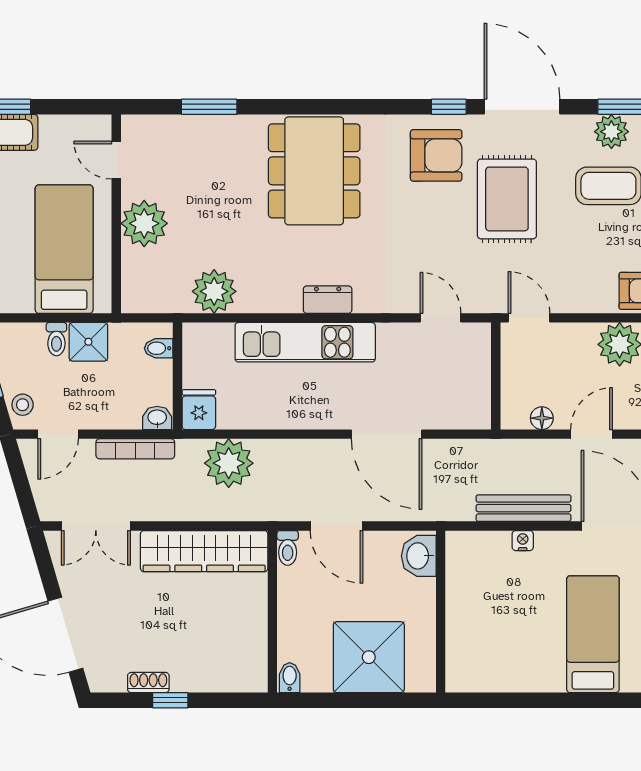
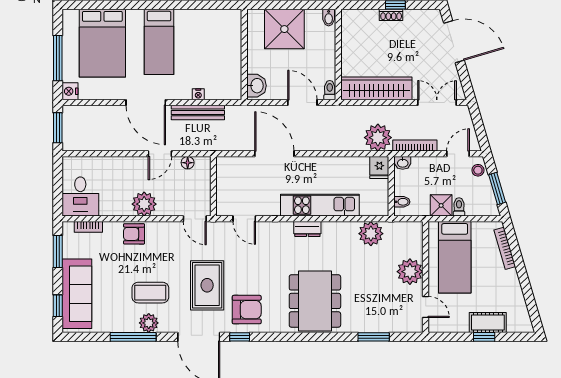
armchair: (436, 155) -> (247, 310), turned 180
plant: (229, 463) -> (378, 138), moved
shoe rack: (148, 683) -> (391, 15), moved

